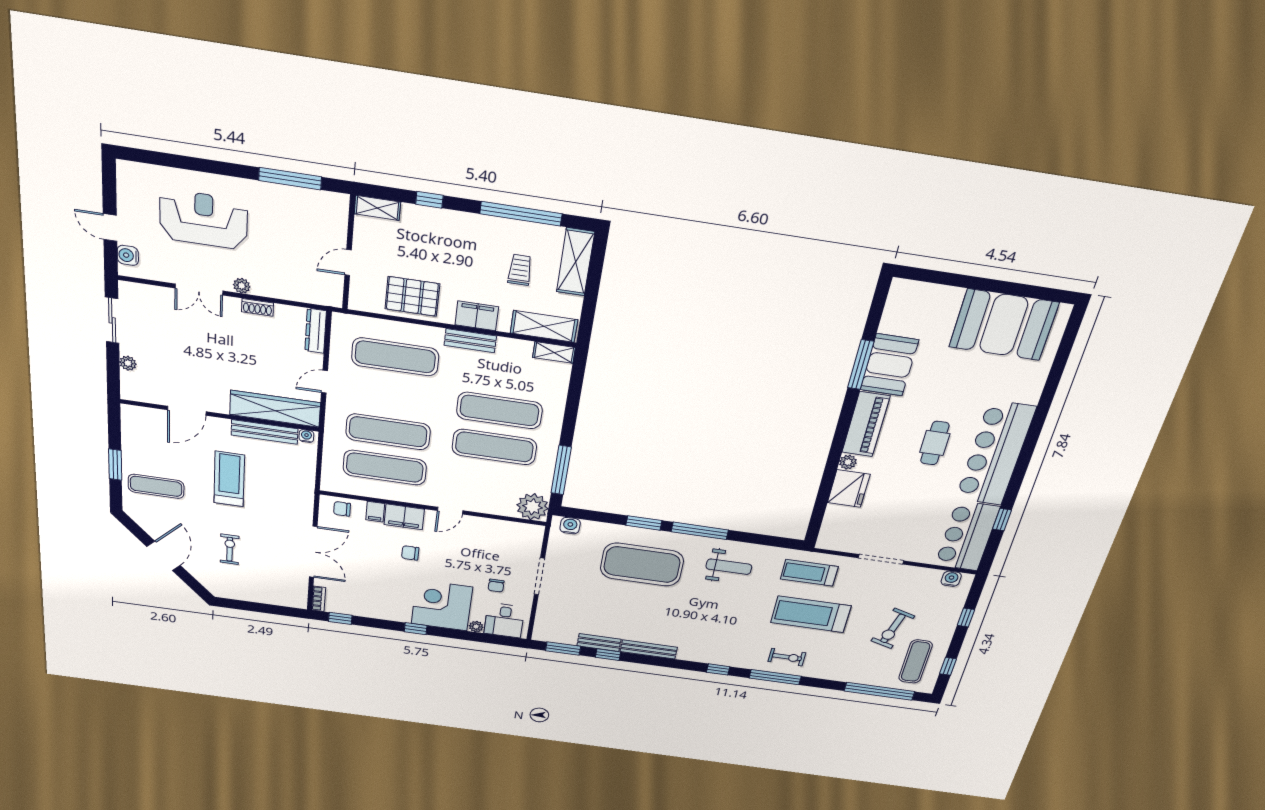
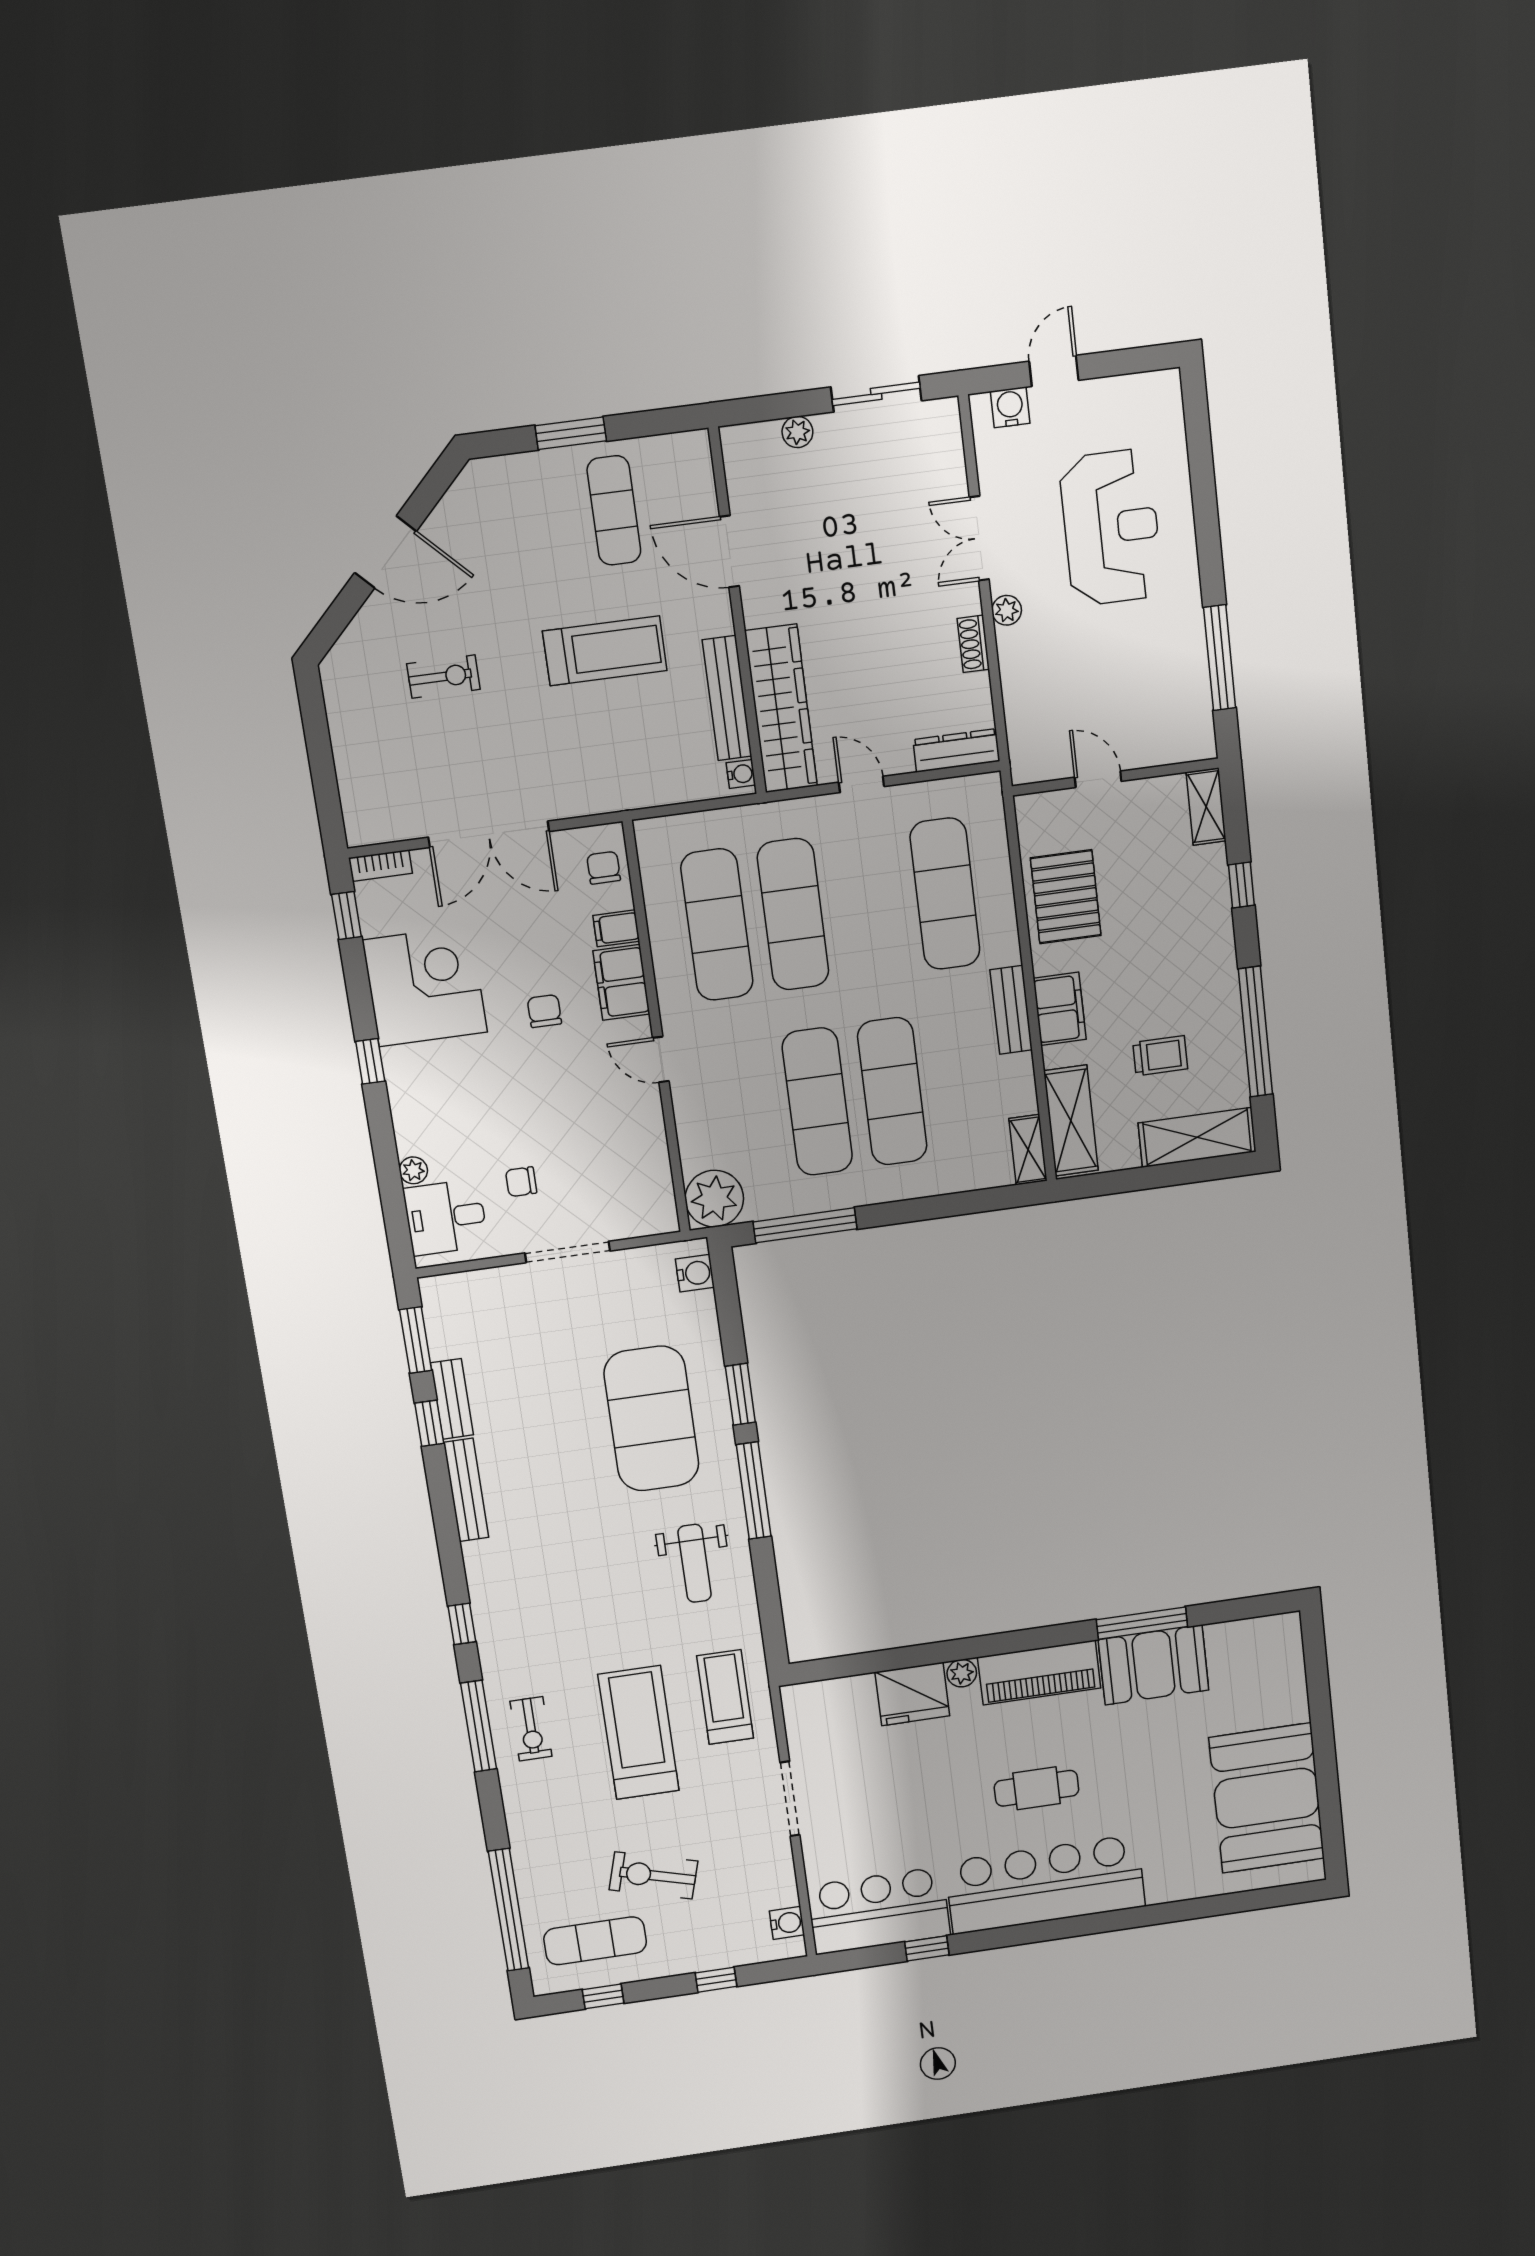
exercise mat: (156, 486) -> (614, 510), moved
corner desk: (442, 605) -> (425, 986), moved

